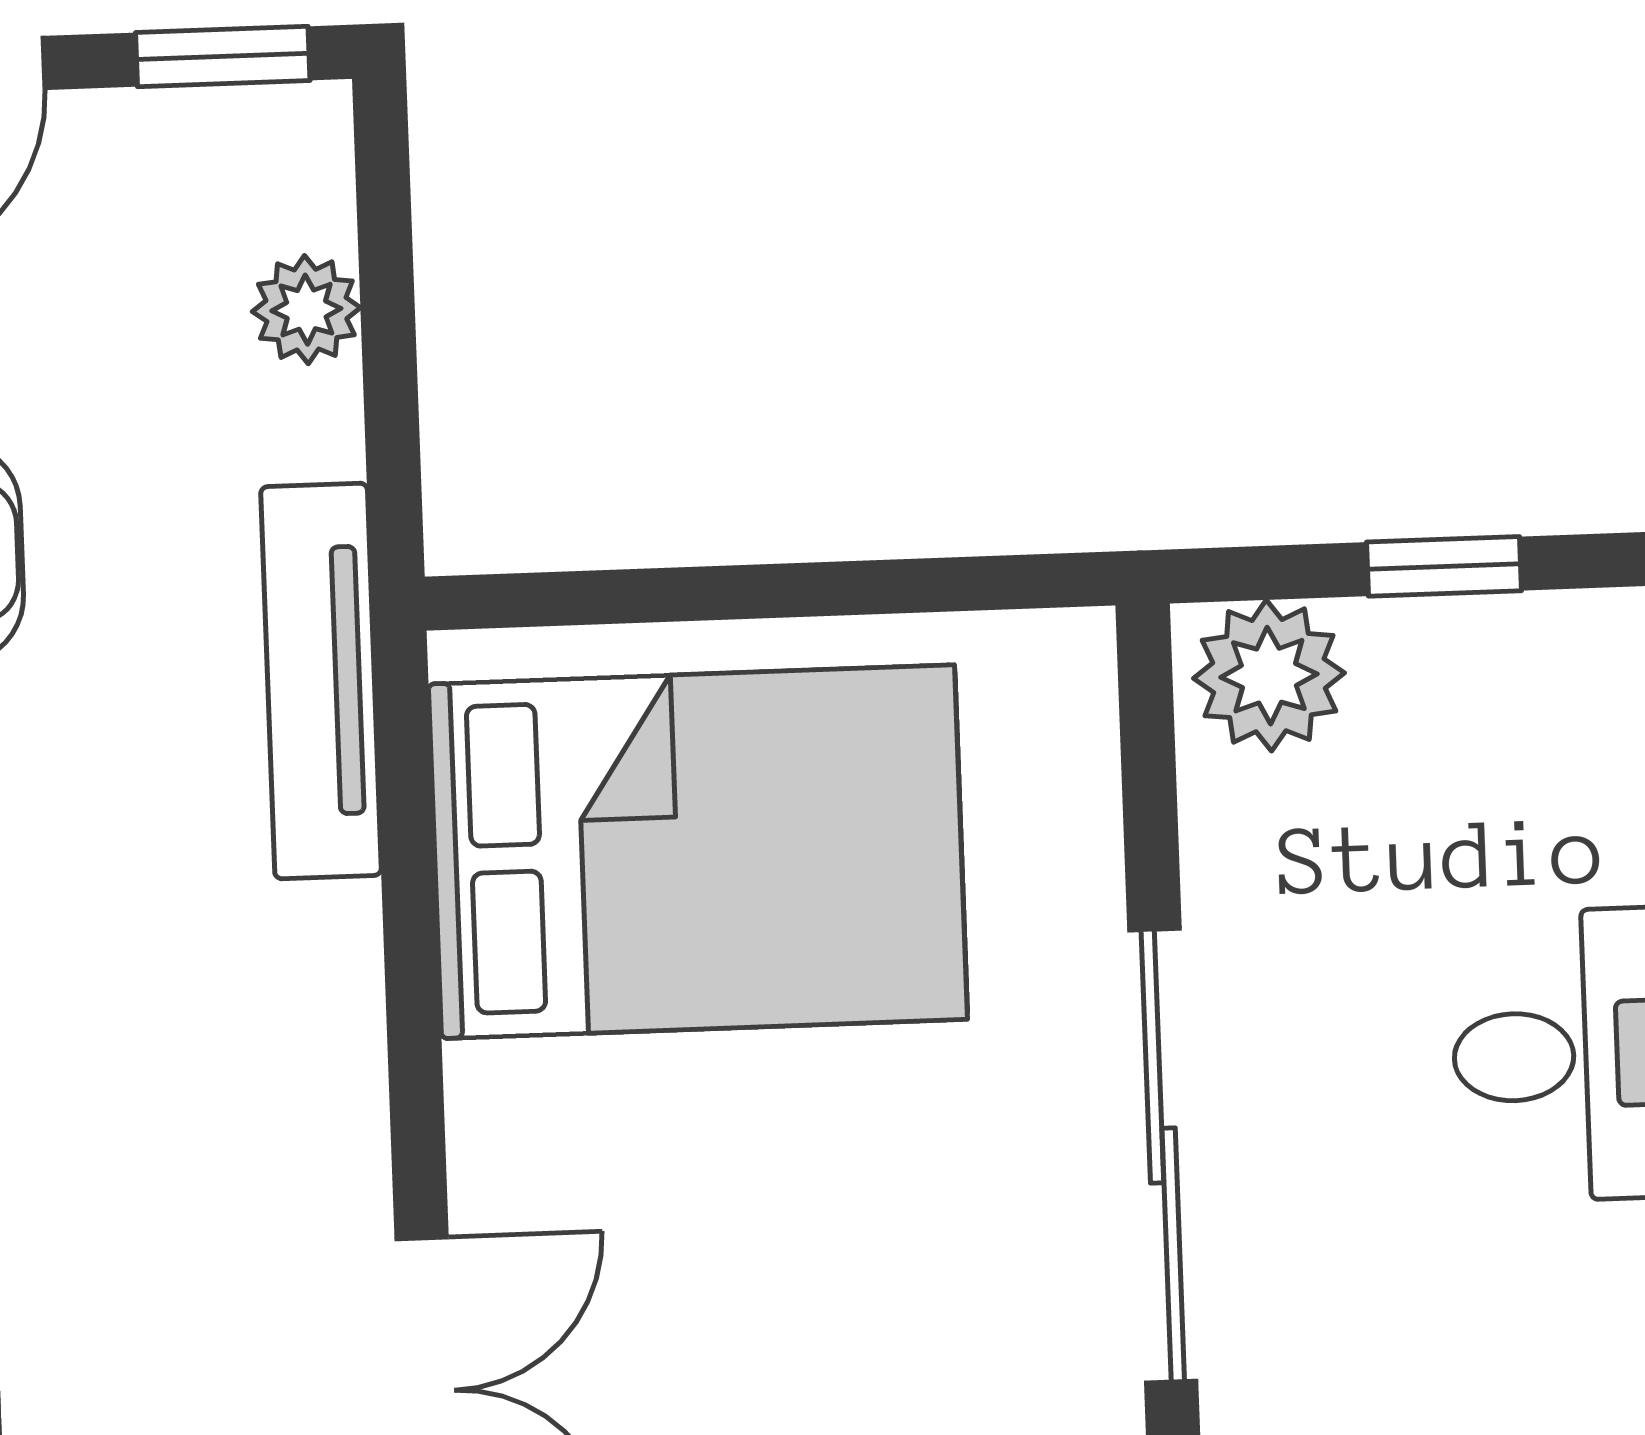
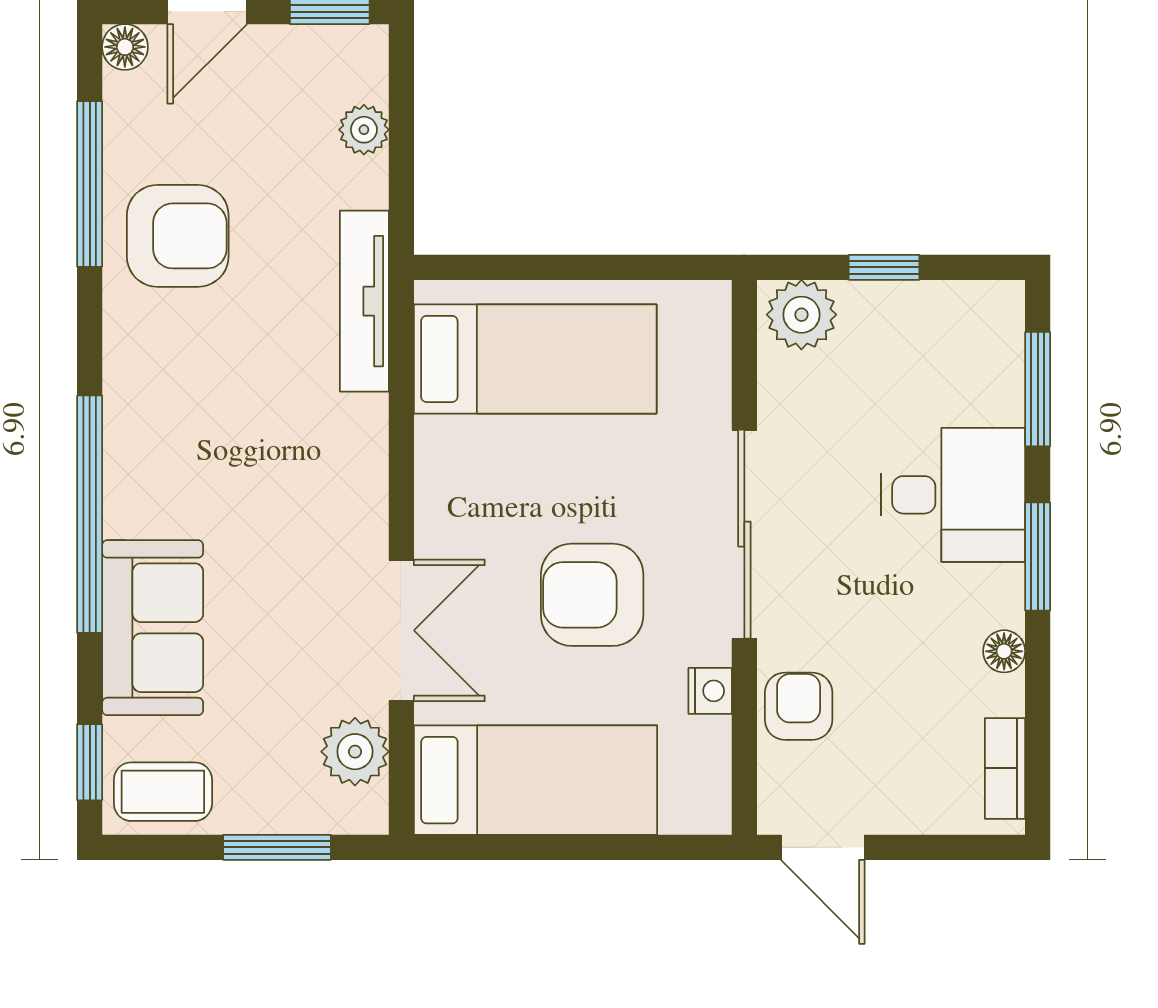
bed: (698, 852) -> (535, 359), width x0.67
armchair: (838, 1299) -> (592, 595), added

